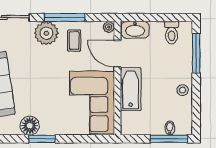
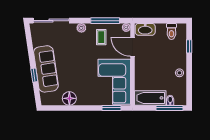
window: (65, 18) -> (105, 21), moved
plant: (46, 33) -> (81, 28), width x0.53, depth x0.53
window: (196, 53) -> (189, 46), width x0.46
bathtub: (131, 89) -> (150, 98), moved, turned -90
window: (42, 139) -> (112, 108), moved

